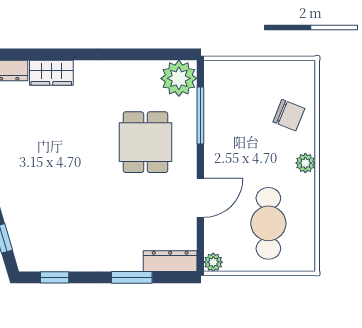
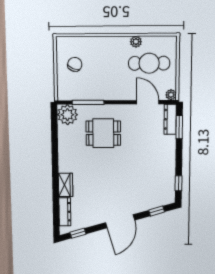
chair: (289, 115) -> (75, 64), moved
plant: (305, 163) -> (136, 42), moved
door: (200, 198) -> (148, 102), moved
window: (132, 277) -> (179, 127), moved

